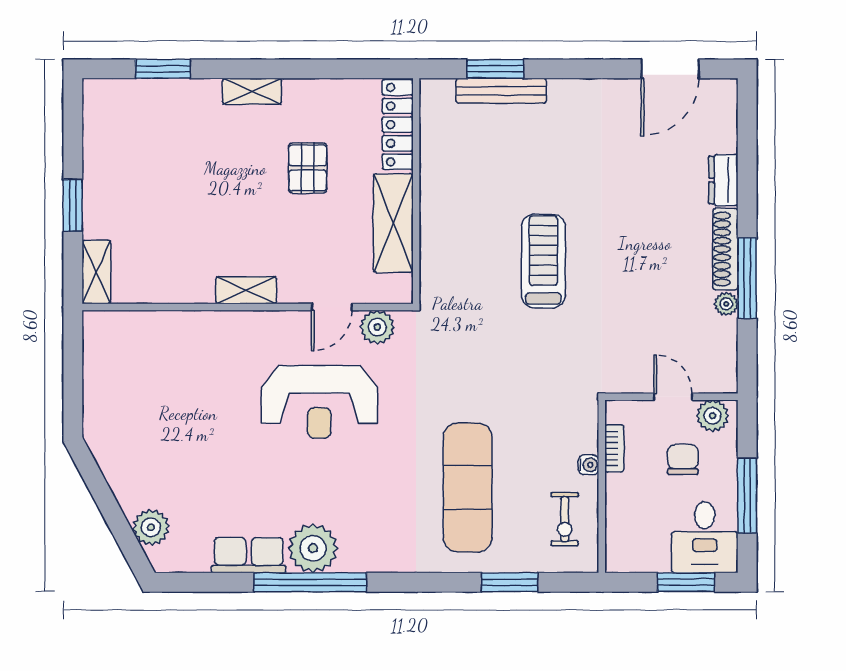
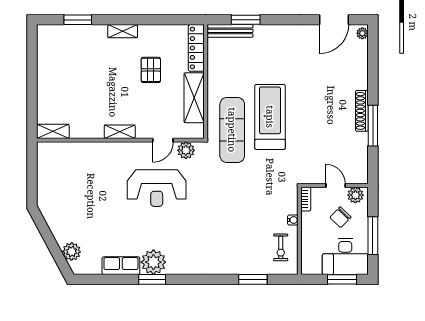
bench: (501, 91) -> (230, 31), moved
dresser: (723, 180) -> (361, 76), removed
window: (73, 205) -> (32, 89), removed
treadmill: (543, 261) -> (270, 117), width x1.37, depth x1.38
shelving: (96, 272) -> (53, 131), moved, turned 90
plant: (726, 304) -> (362, 33), moved
bookcase: (614, 448) -> (306, 199), moved
chair: (683, 459) -> (340, 217), turned -136
exercise mat: (468, 487) -> (232, 130), moved
desk: (705, 537) -> (345, 257), width x1.37
window: (310, 582) -> (152, 279), width x0.47

